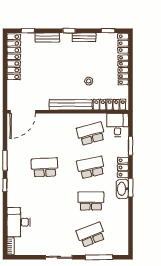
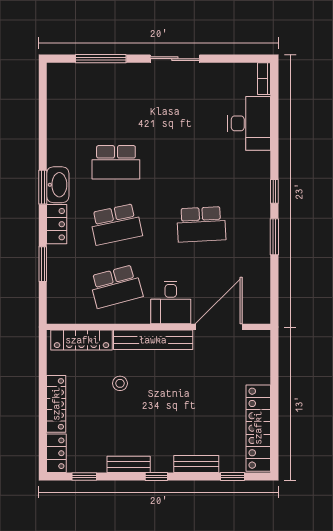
door: (23, 112) -> (219, 327), moved
desk: (118, 125) -> (171, 303), moved
school desk: (91, 235) -> (116, 100), removed

